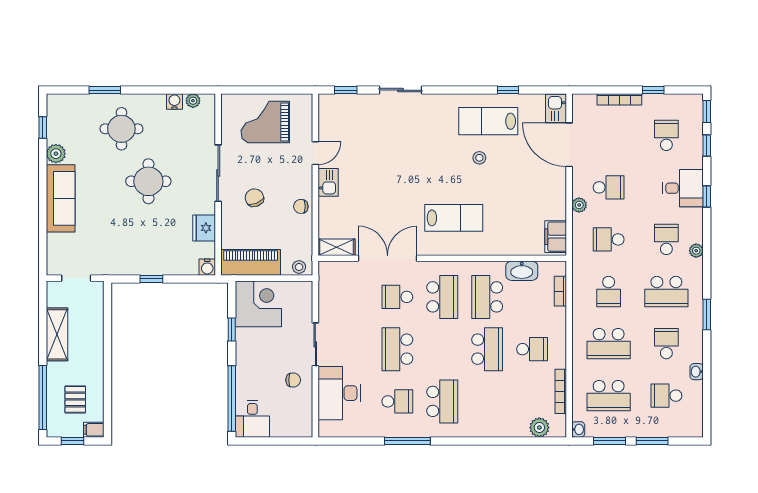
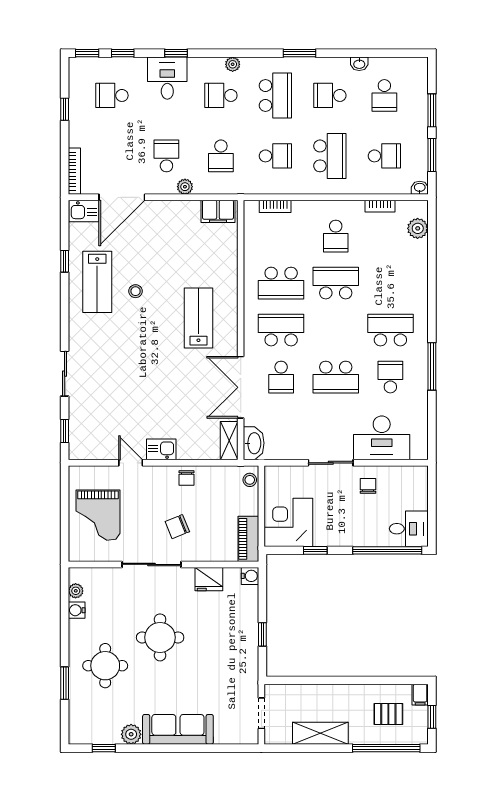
bookcase: (619, 99) -> (74, 171), moved
piano: (251, 262) -> (248, 539), width x0.73, depth x0.75
washbasin: (522, 271) -> (254, 443), moved
school desk: (532, 349) -> (336, 236), turned 180
bookcase: (561, 391) -> (380, 206), width x0.64
school desk: (609, 396) -> (384, 156), width x0.54

